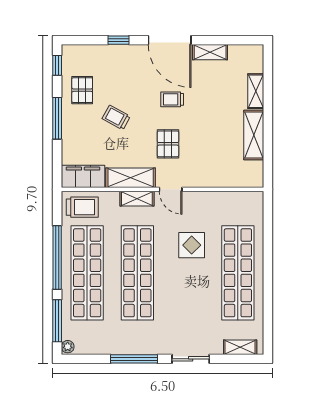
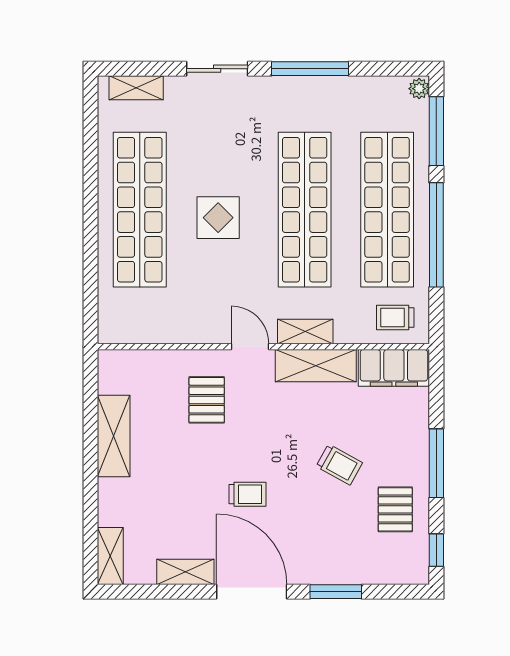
window: (118, 40) -> (336, 592), width x1.50
shelving: (256, 91) -> (110, 556), moved
pallet: (168, 144) -> (207, 400), moved
trolley: (82, 207) -> (395, 318), width x0.73, depth x0.72
display table: (192, 245) -> (218, 218), moved

